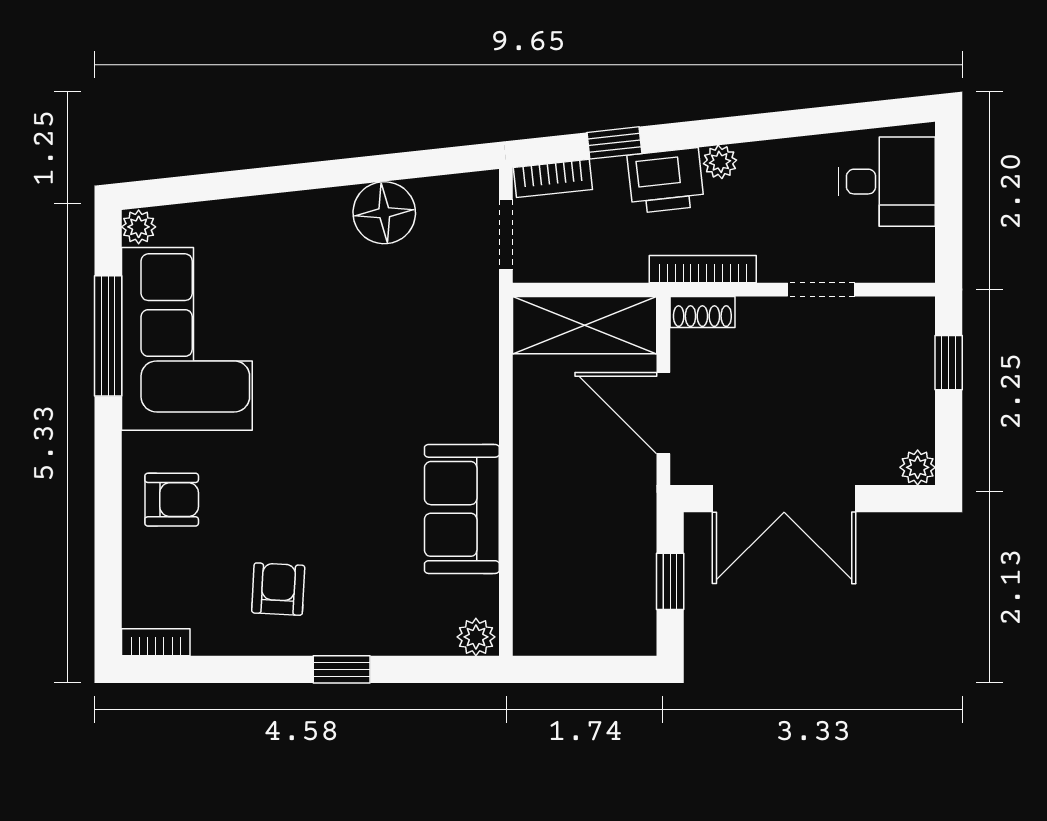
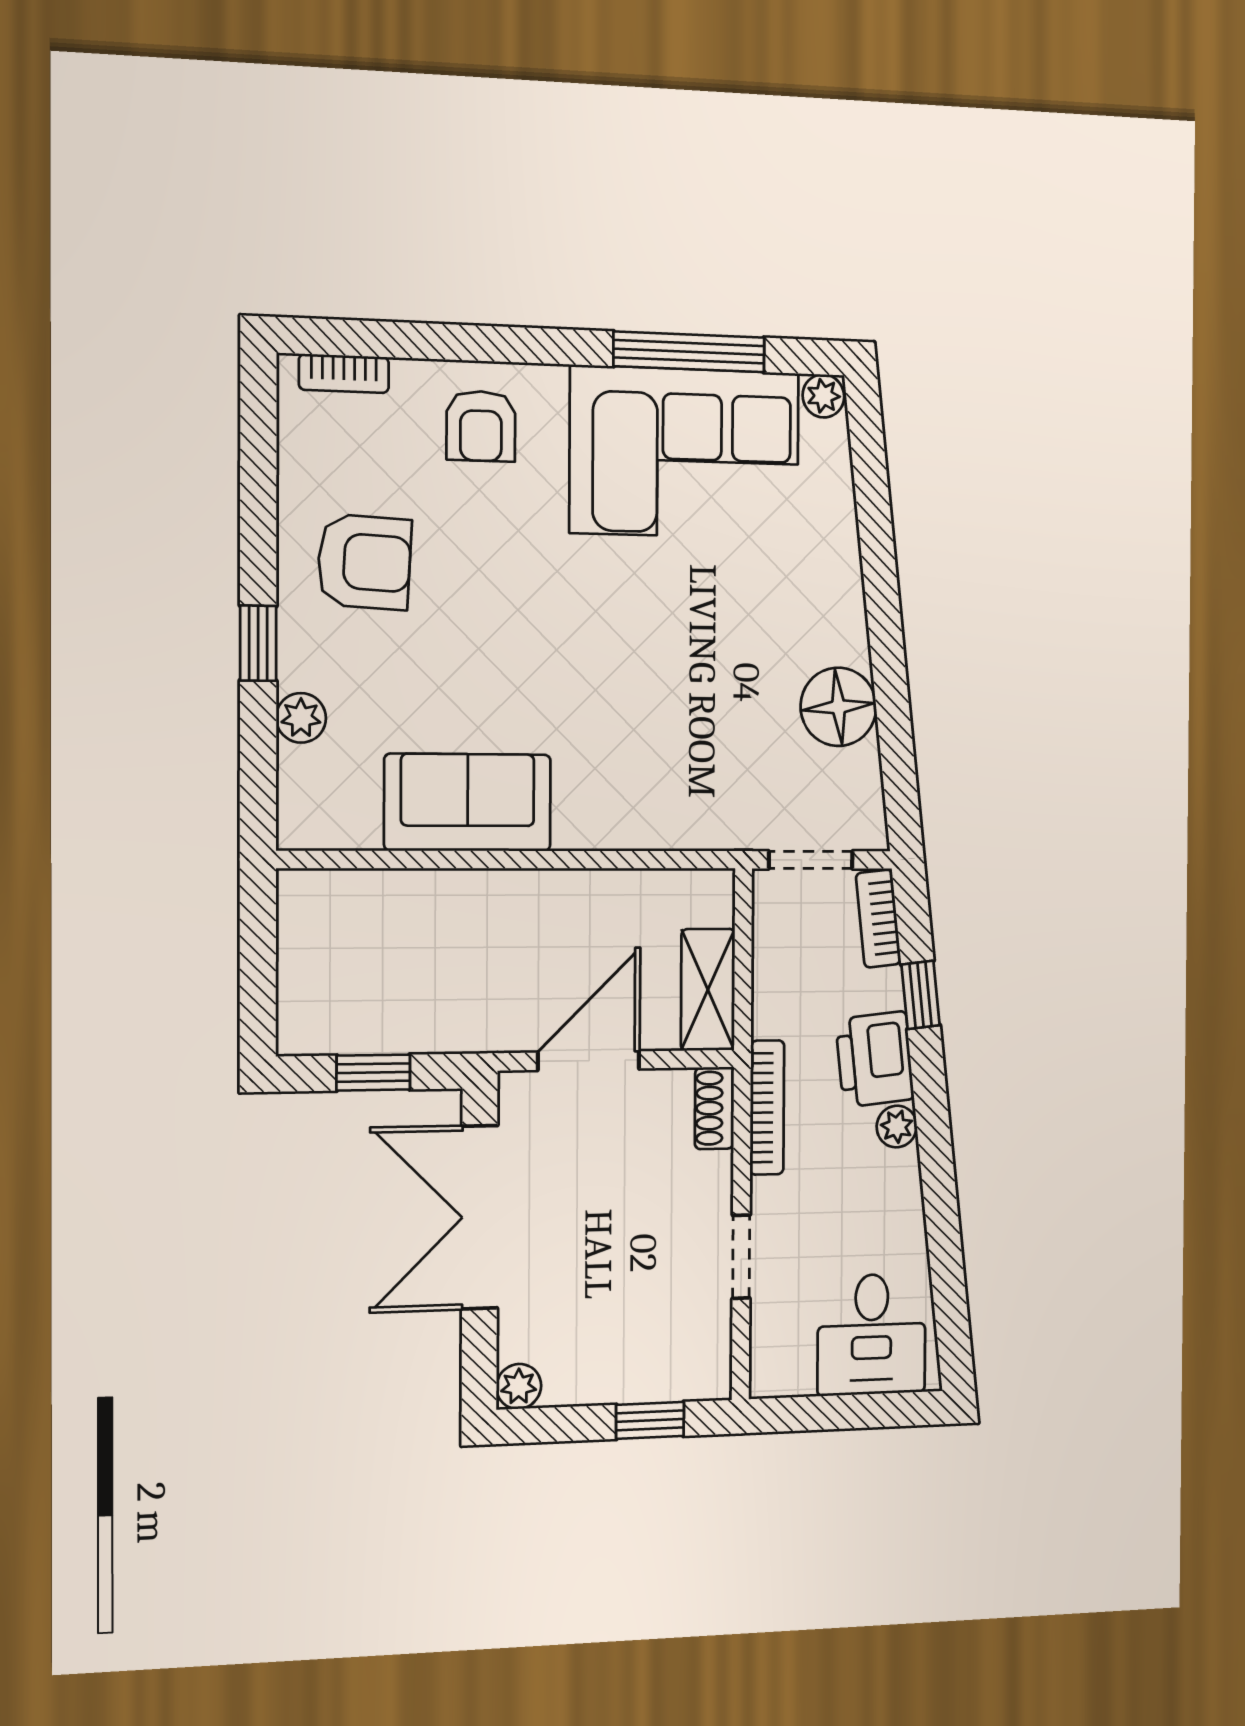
shelving: (585, 325) -> (708, 990), width x0.67, depth x0.75
armchair: (278, 589) -> (364, 562), width x1.38, depth x1.38
plant: (476, 637) -> (301, 718), moved
bookcase: (156, 642) -> (344, 373), moved, turned 90

